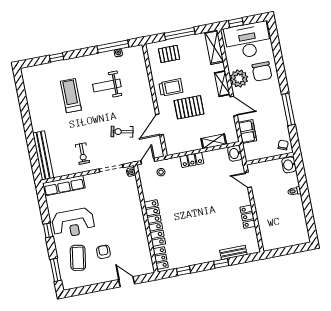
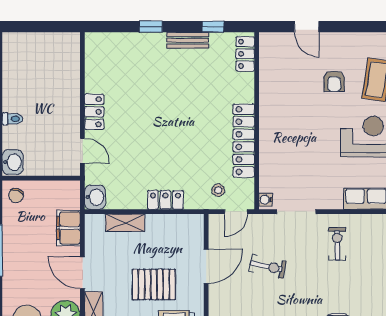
locker: (248, 217) -> (94, 112), moved
locker: (155, 223) -> (244, 141), moved
bench: (233, 252) -> (188, 40), moved

